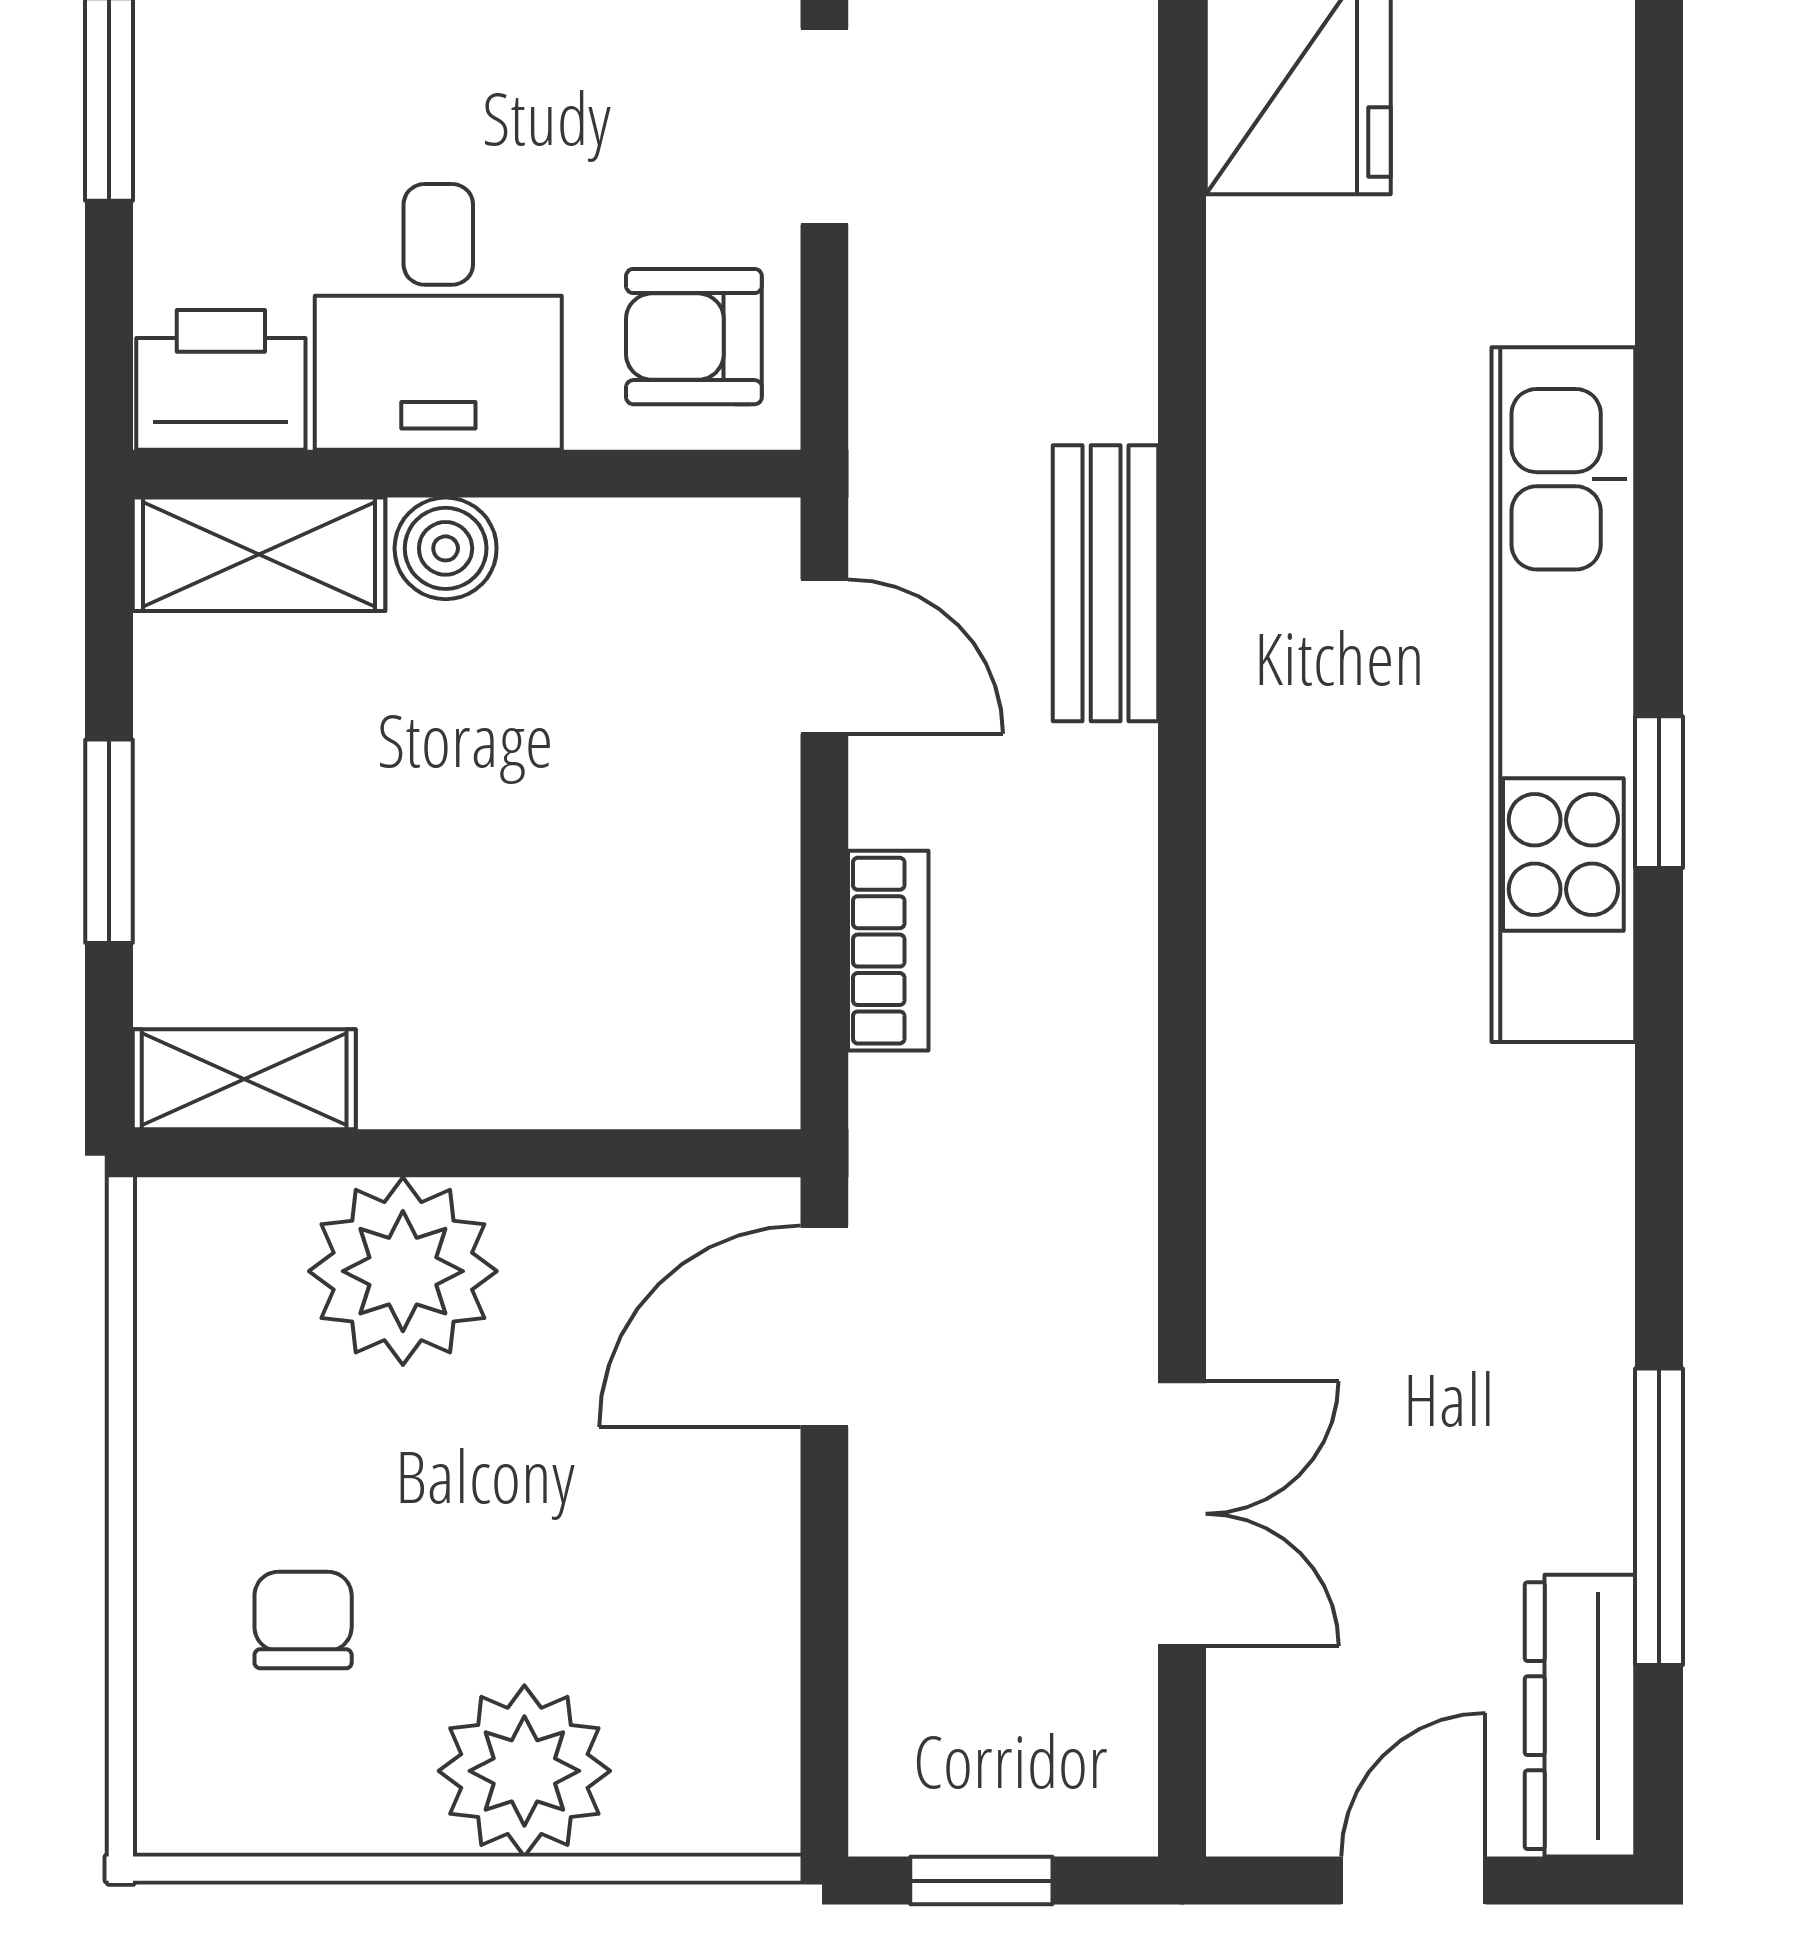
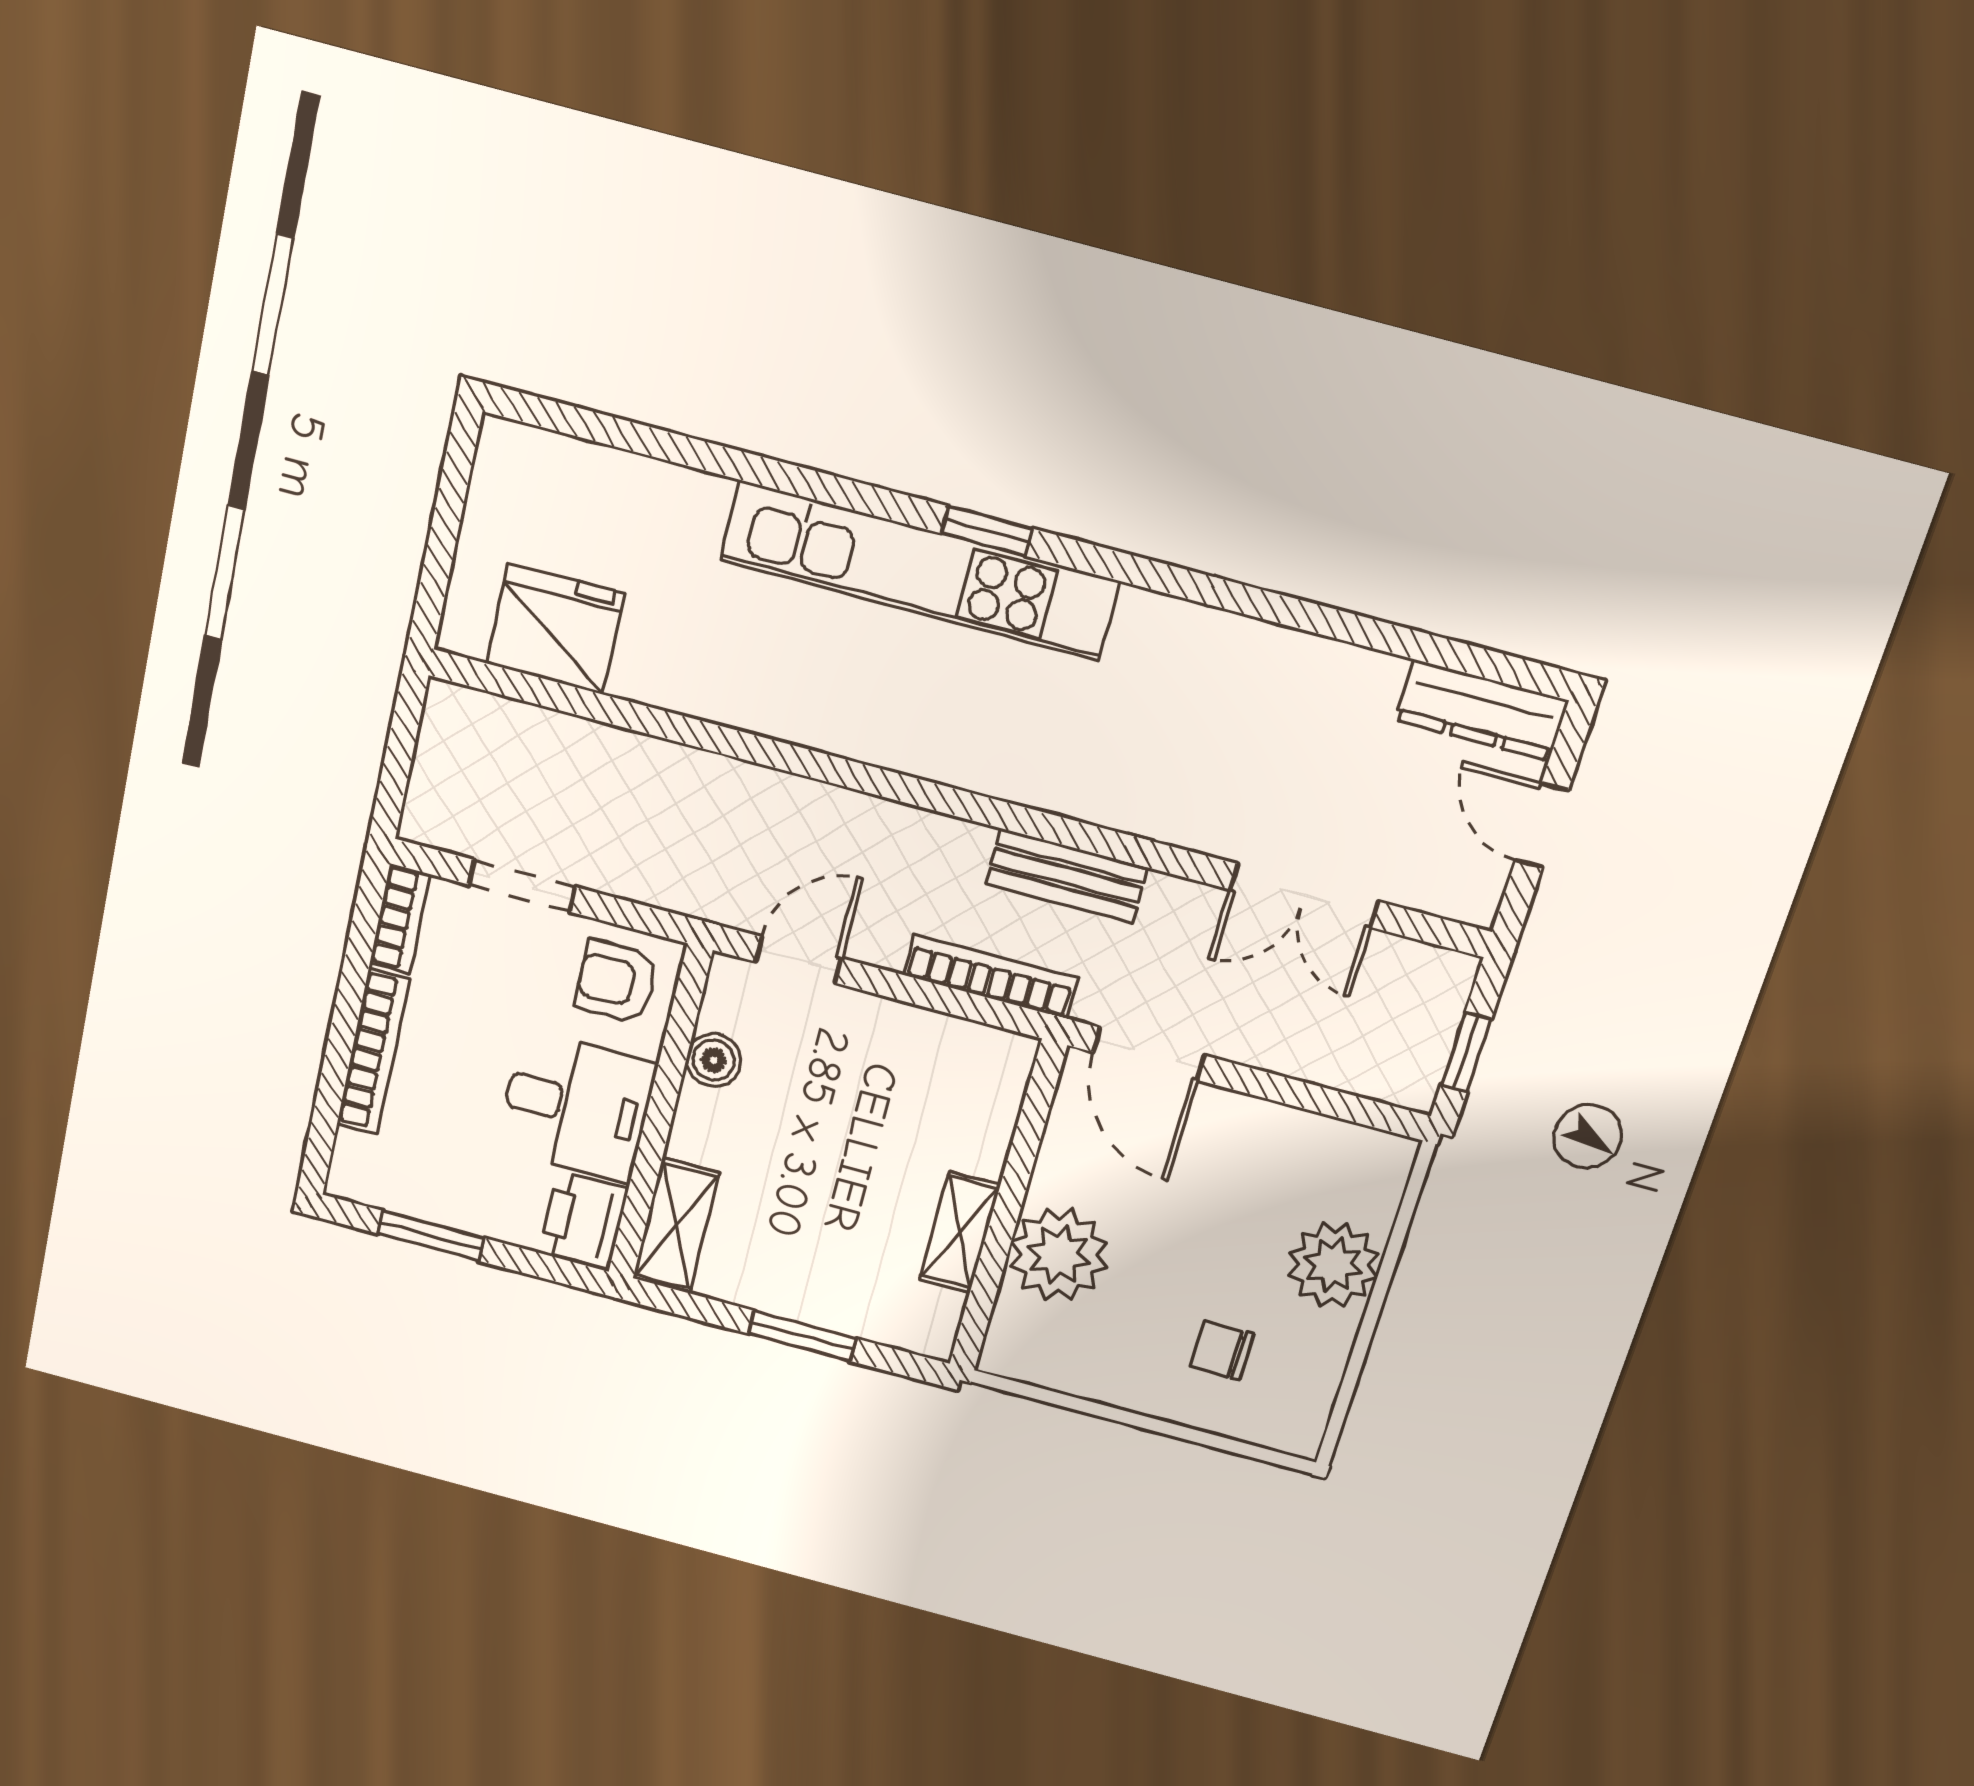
armchair: (694, 337) -> (616, 982), turned 90
boiler: (446, 548) -> (714, 1060), moved
bench: (1106, 583) -> (1067, 876), moved
bookcase: (888, 951) -> (991, 976), width x1.56
shelving: (244, 1079) -> (960, 1232), moved
double door: (1182, 1514) -> (1304, 896), swing flipped
window: (1659, 1517) -> (1386, 637), removed

